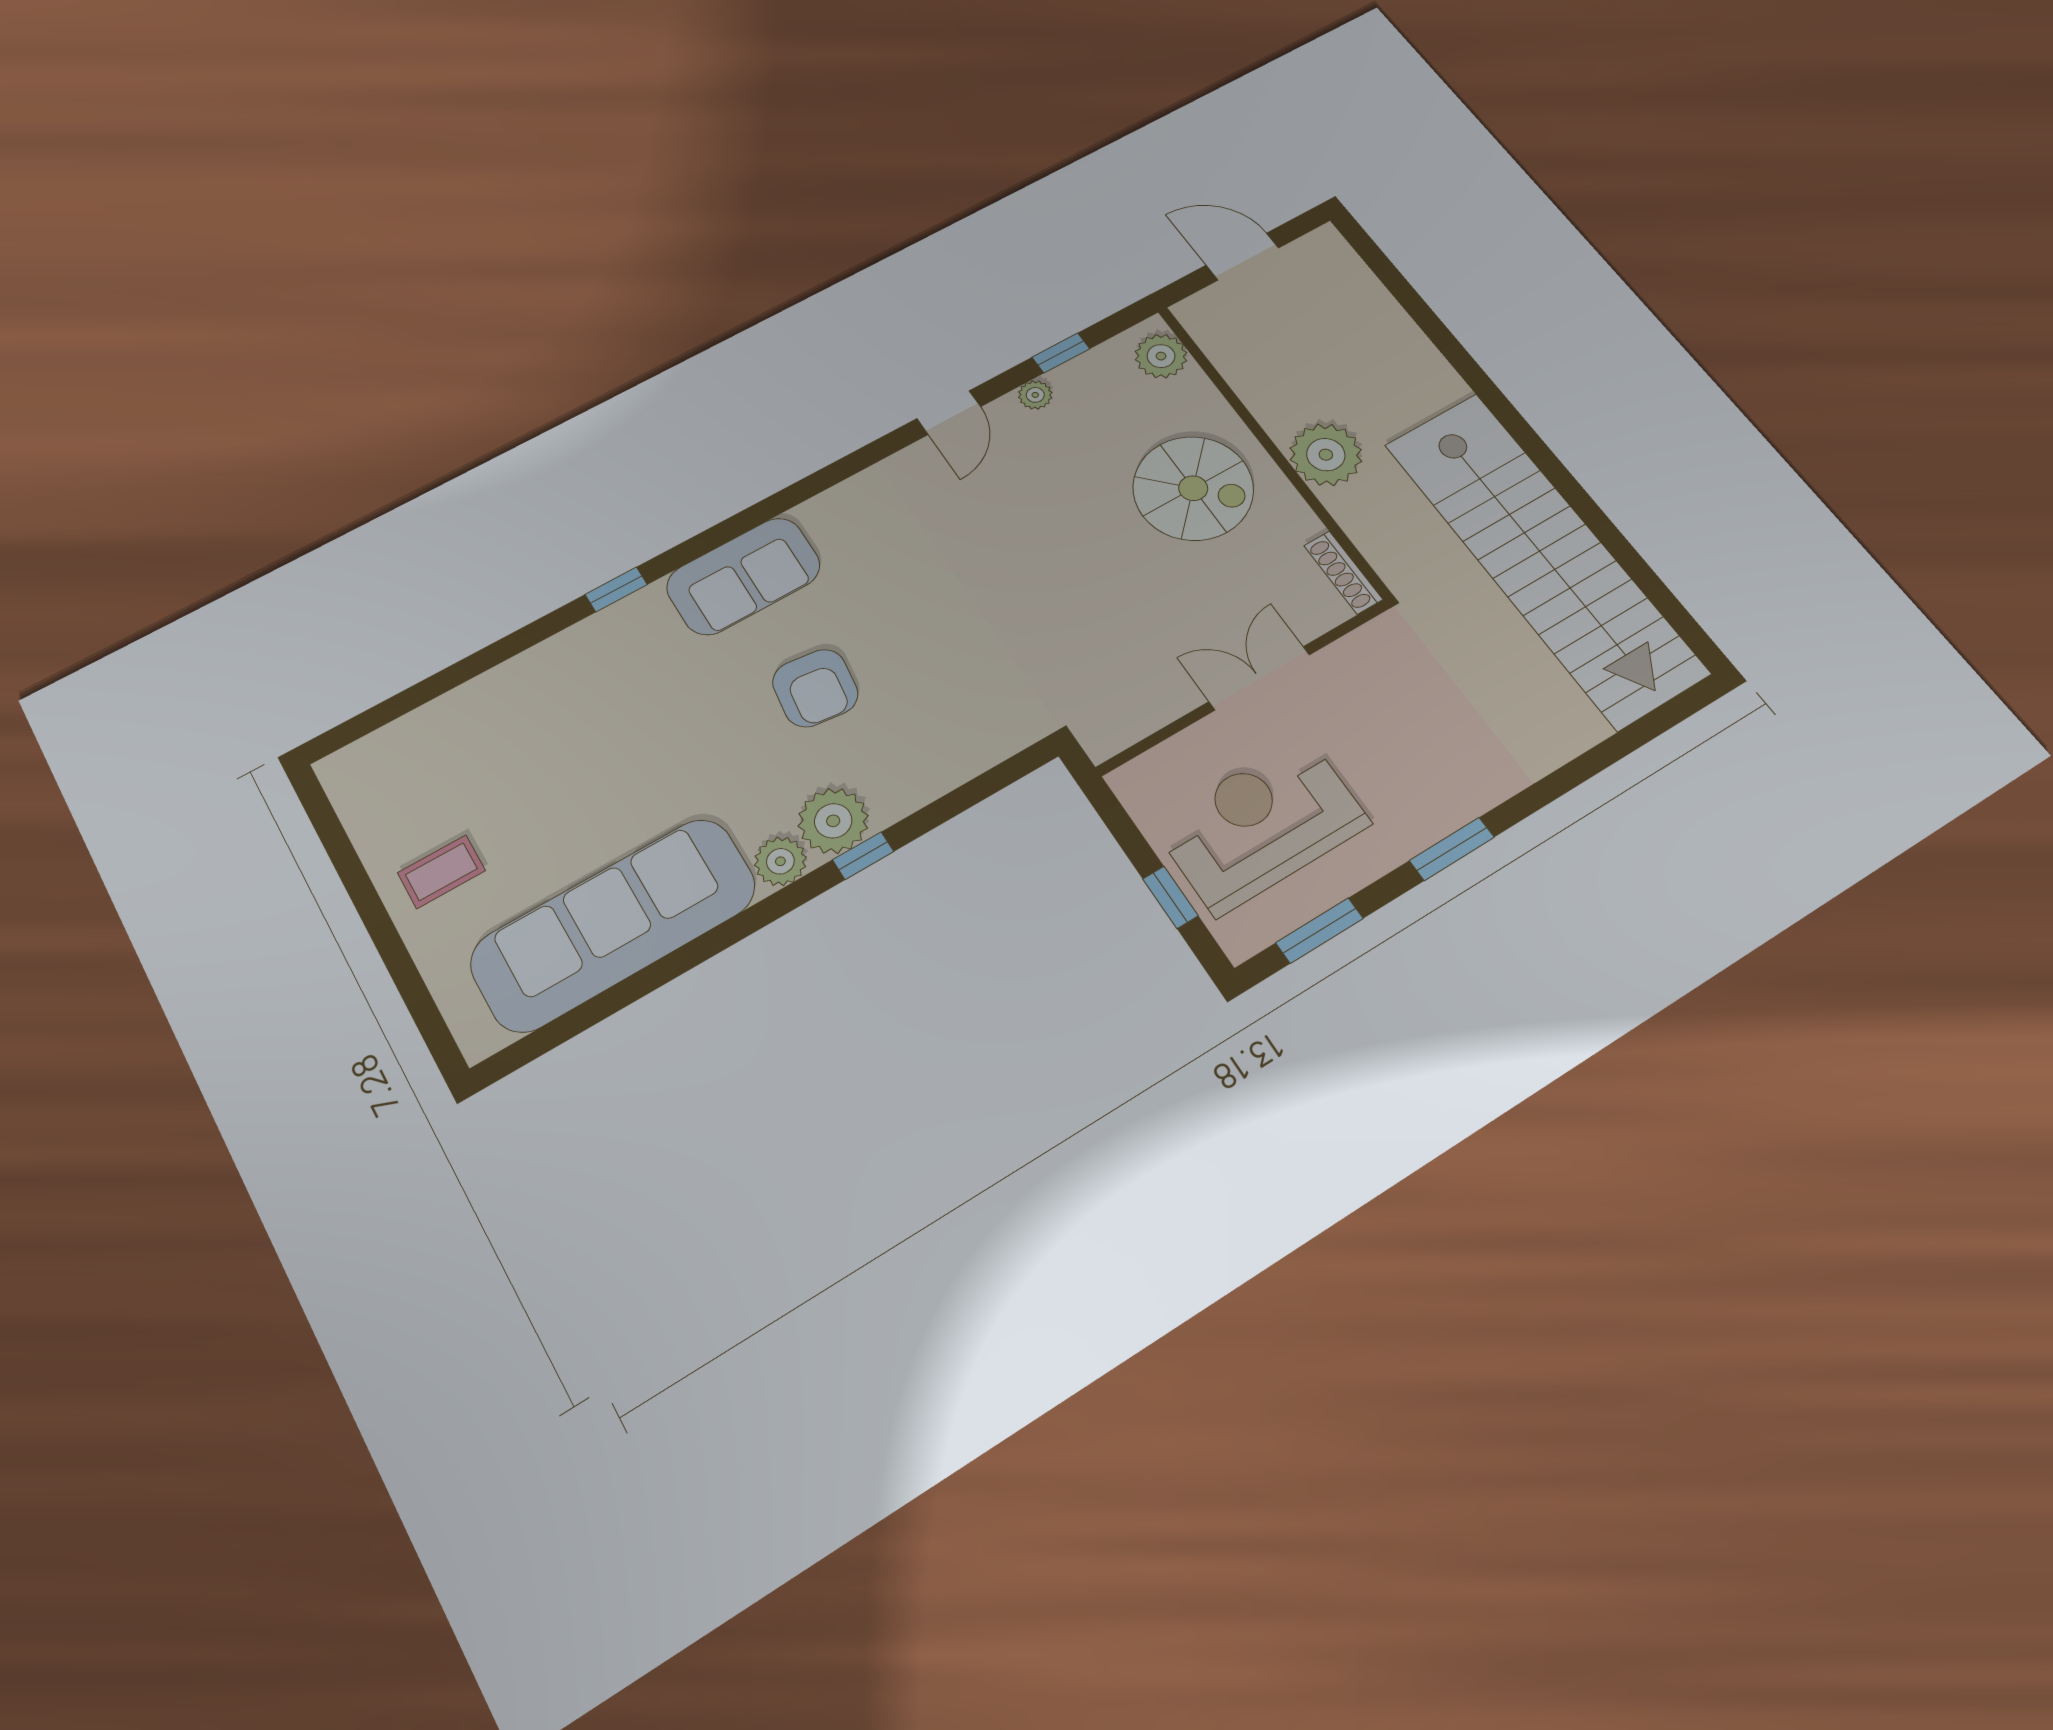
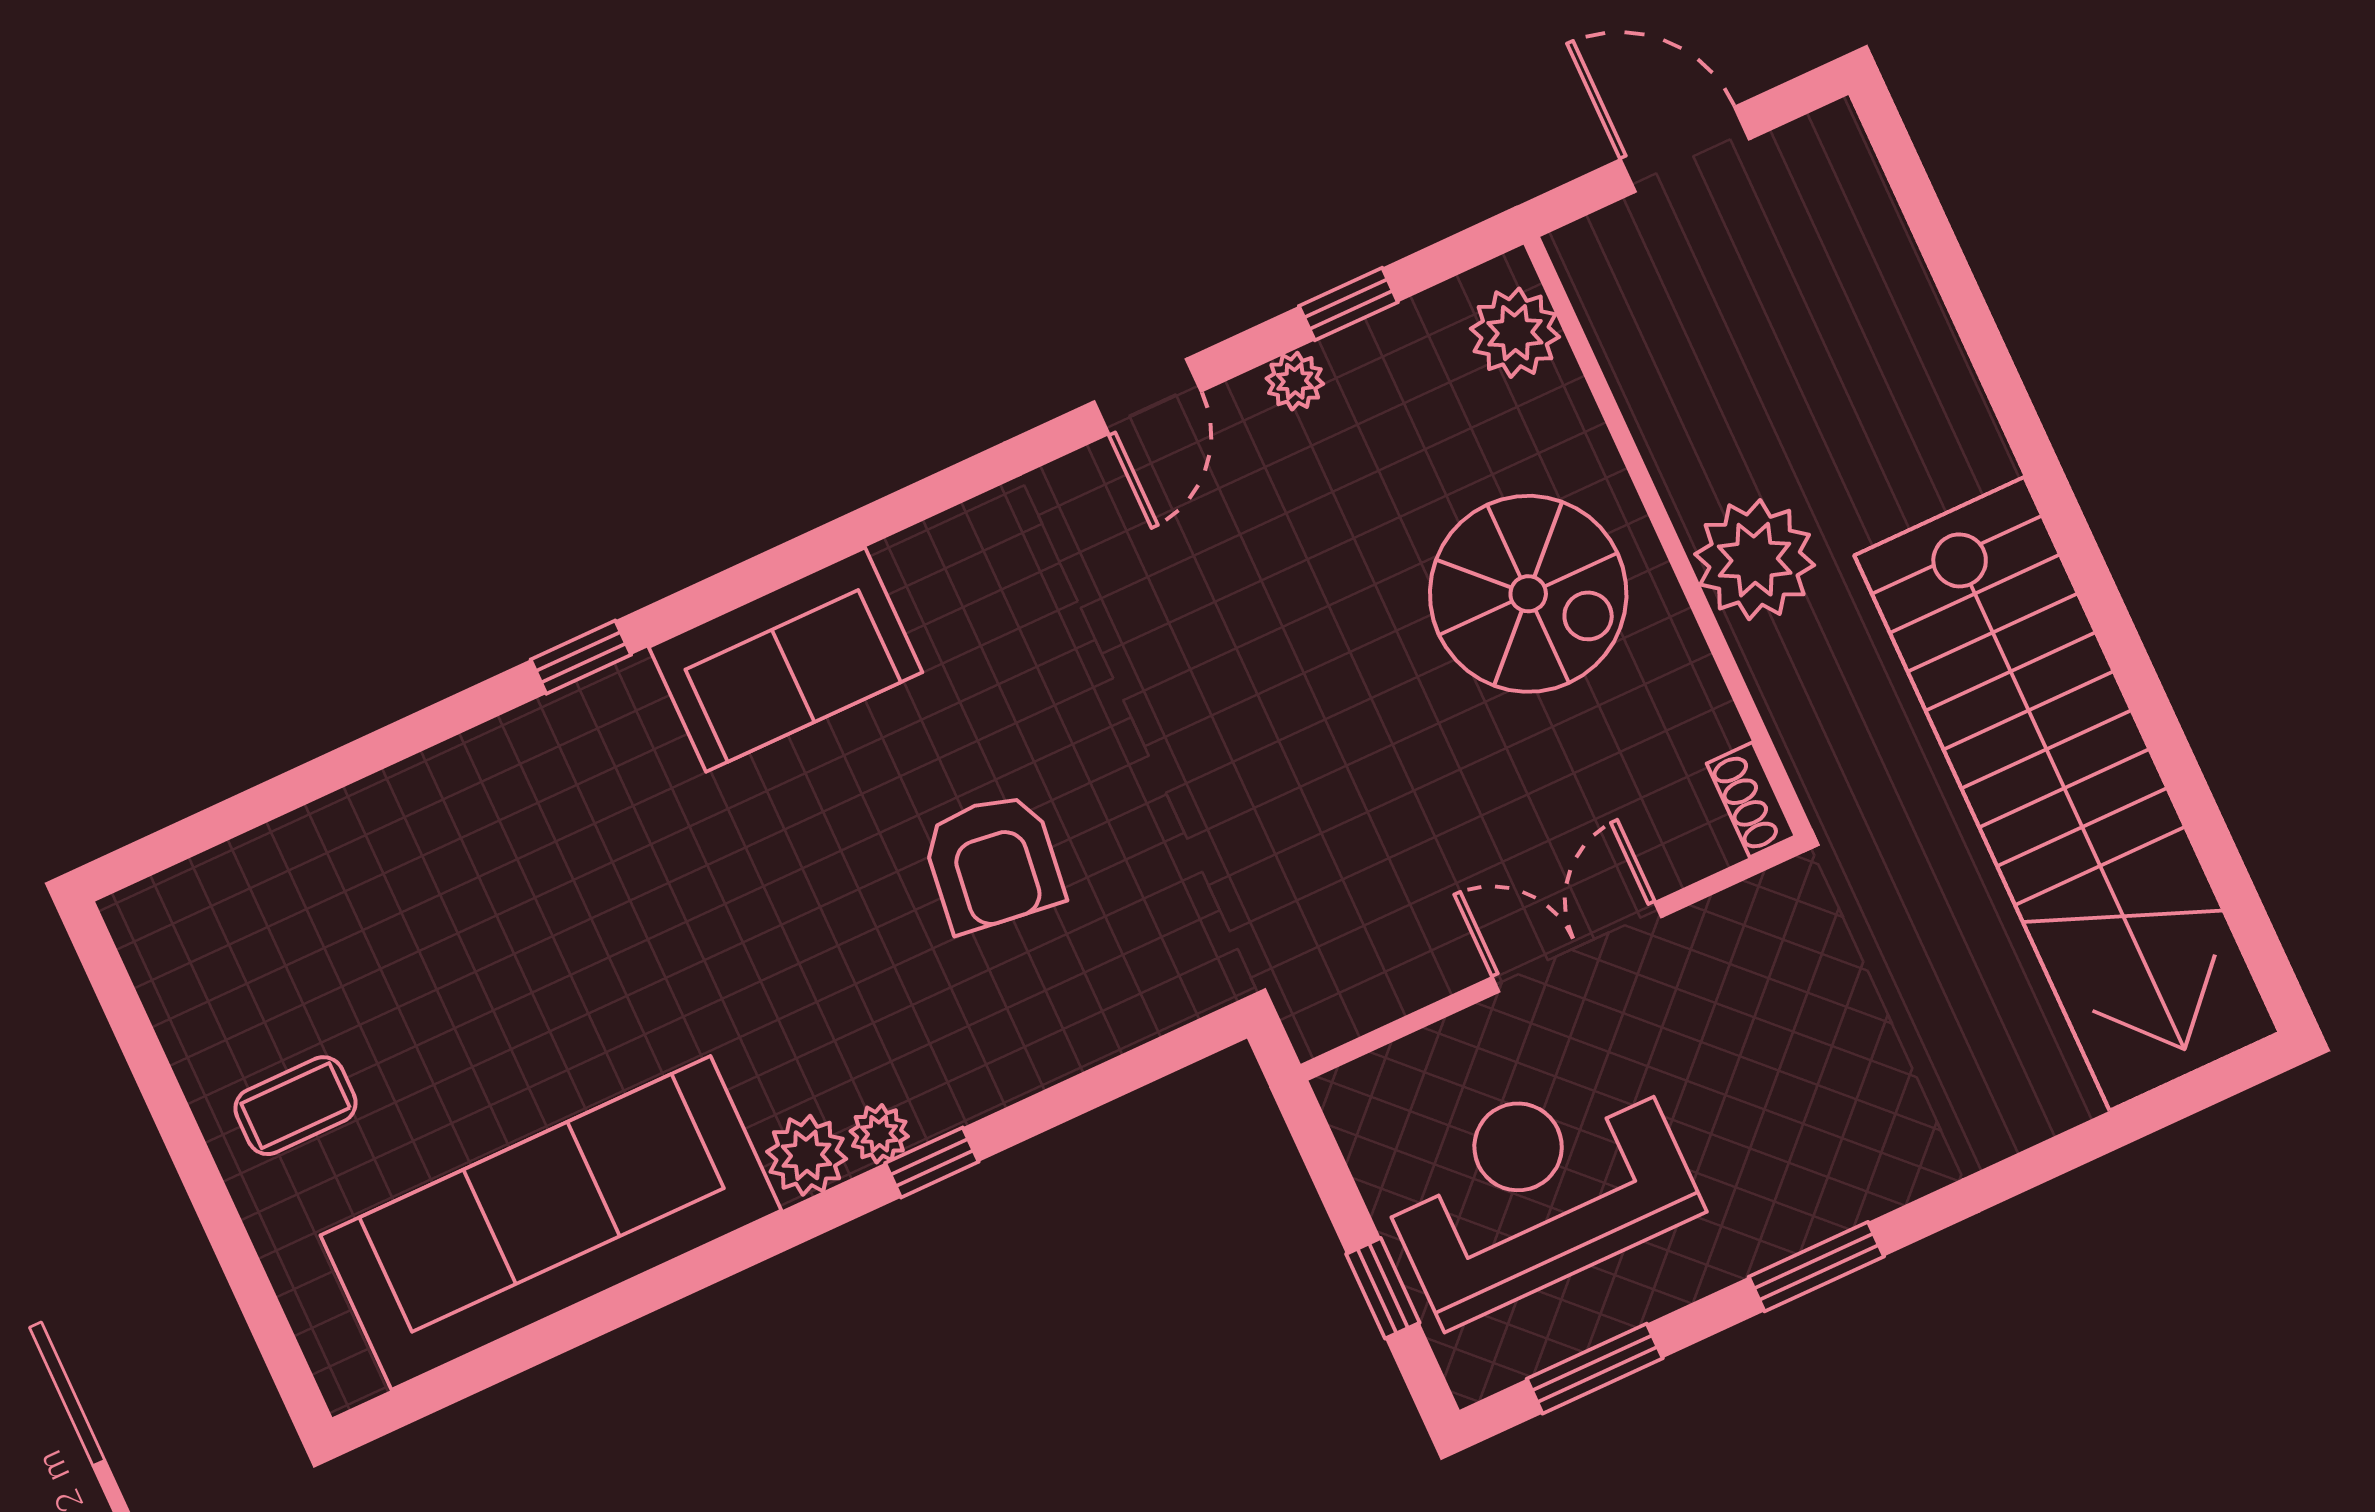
shoe rack: (1343, 572) -> (1751, 800), width x0.70
armchair: (815, 688) -> (993, 862), moved
plant: (833, 821) -> (879, 1134), width x0.53, depth x0.53

